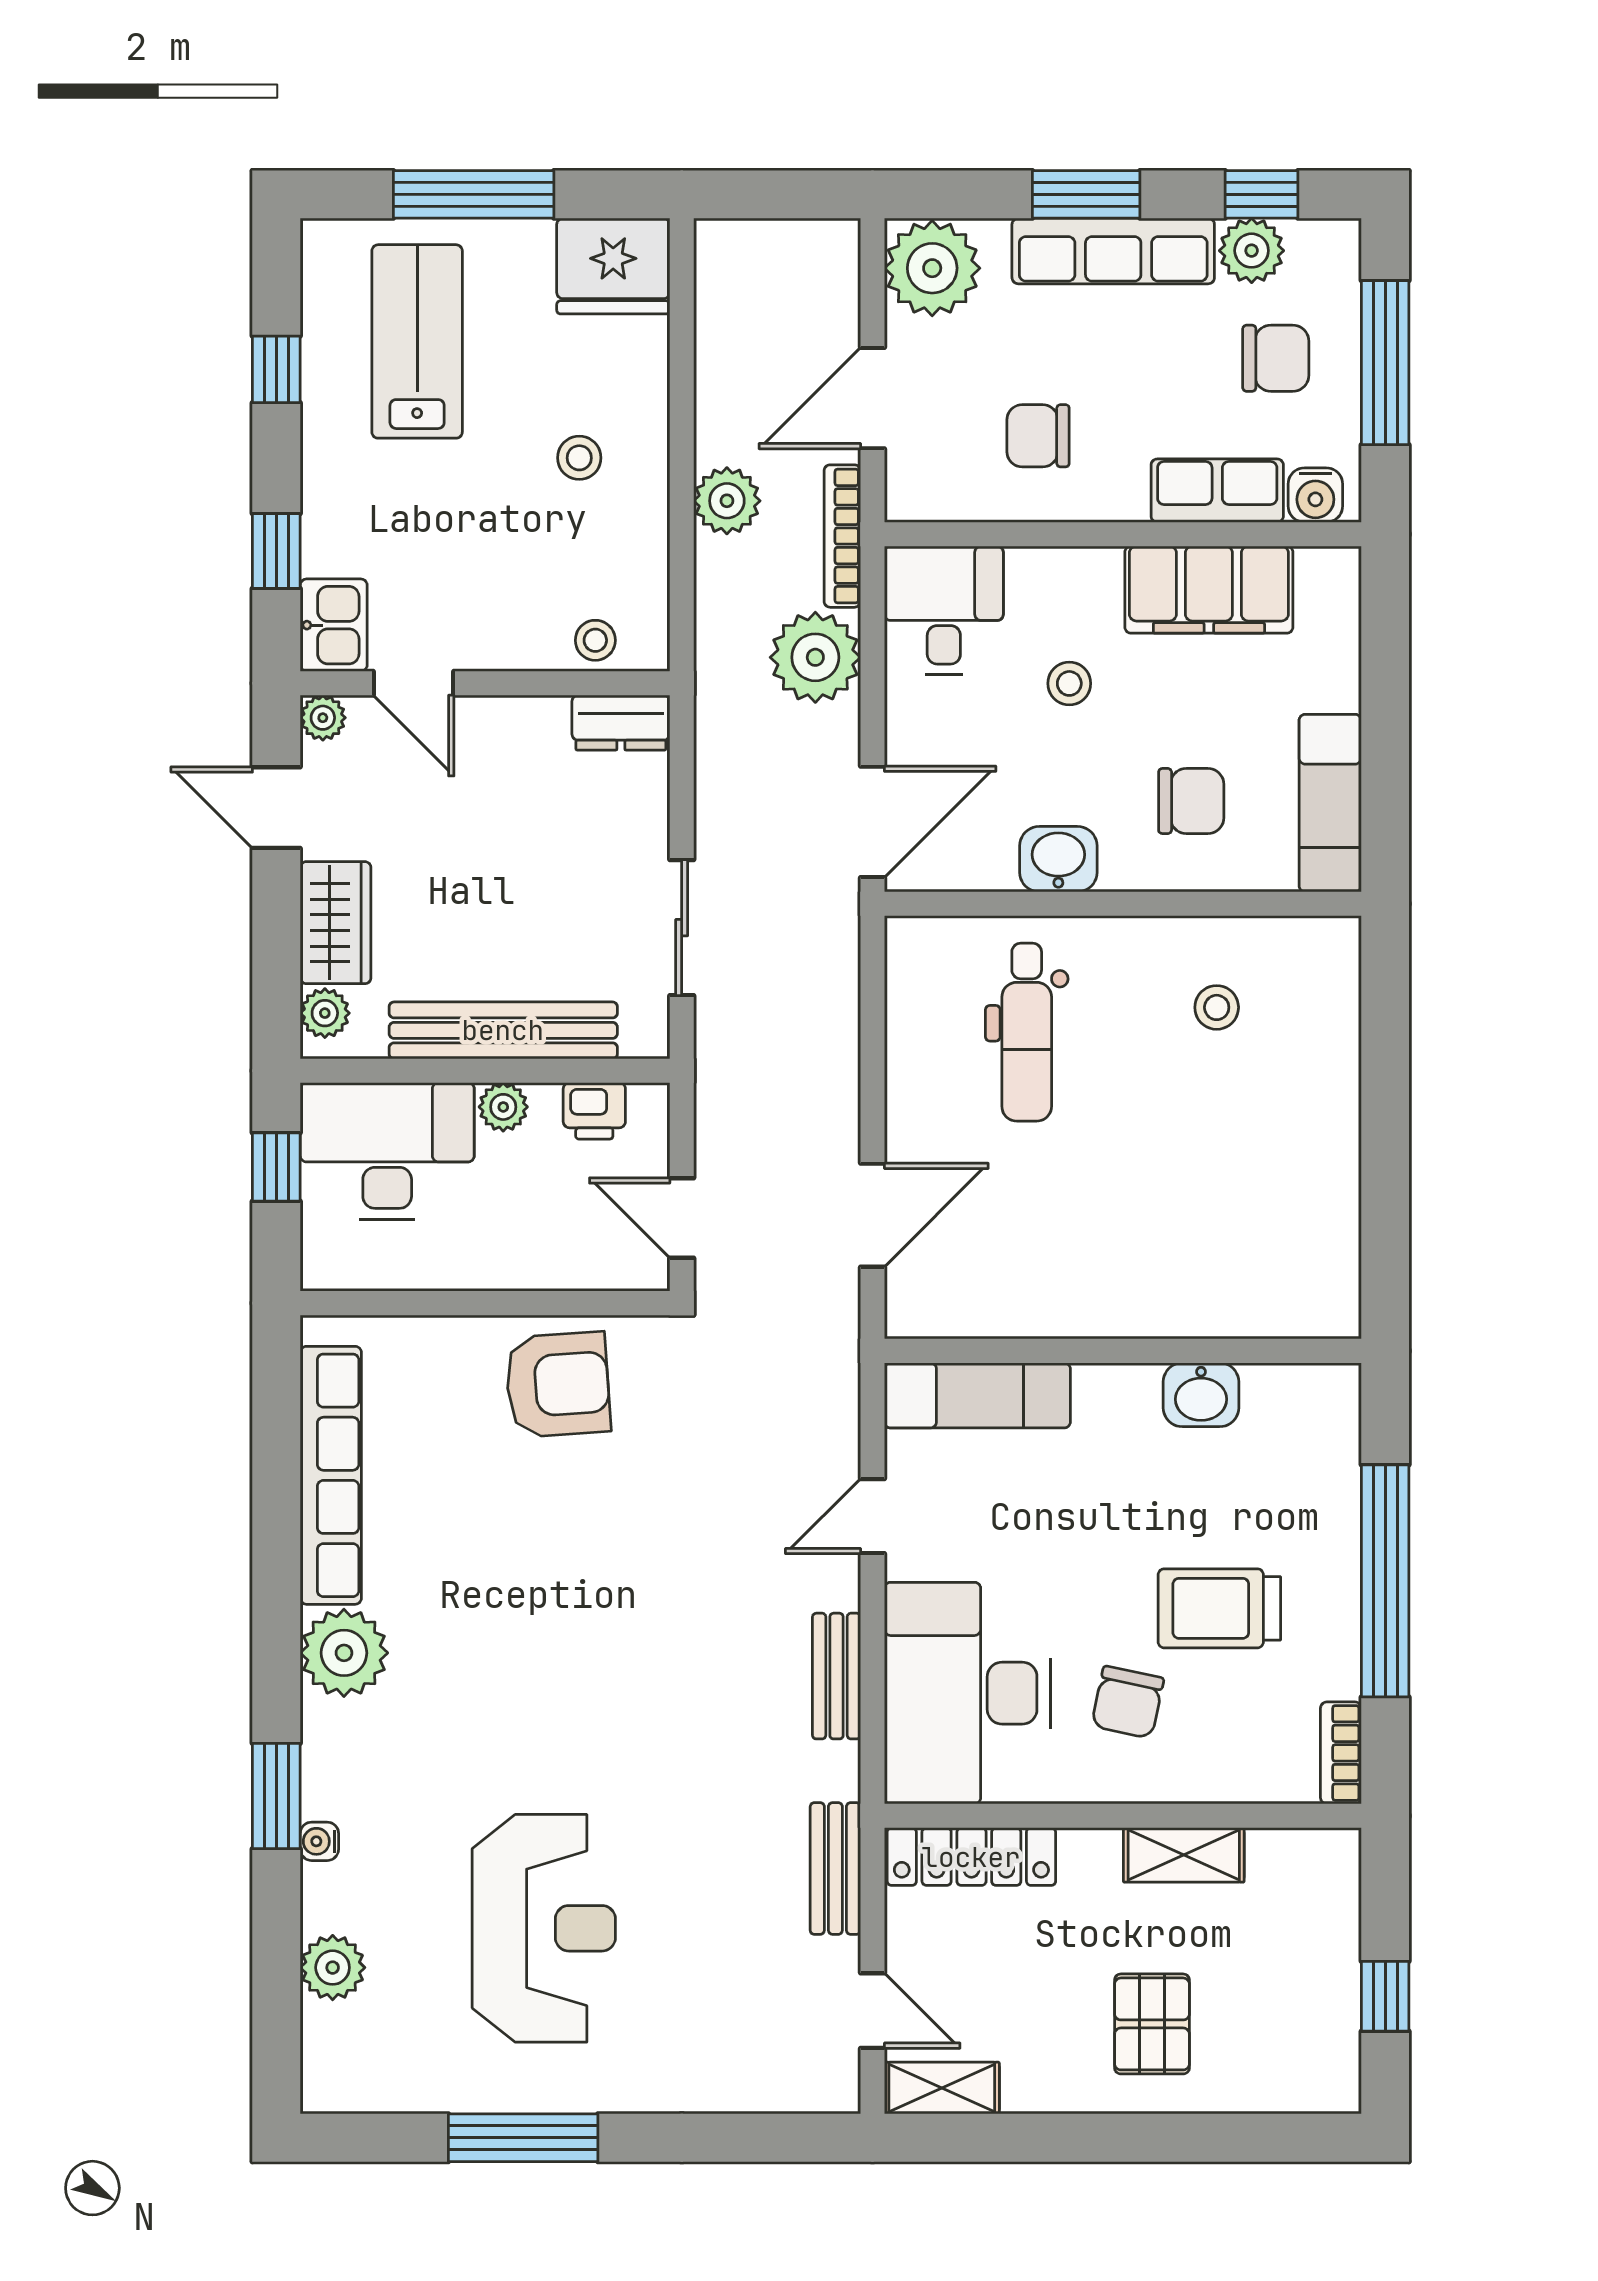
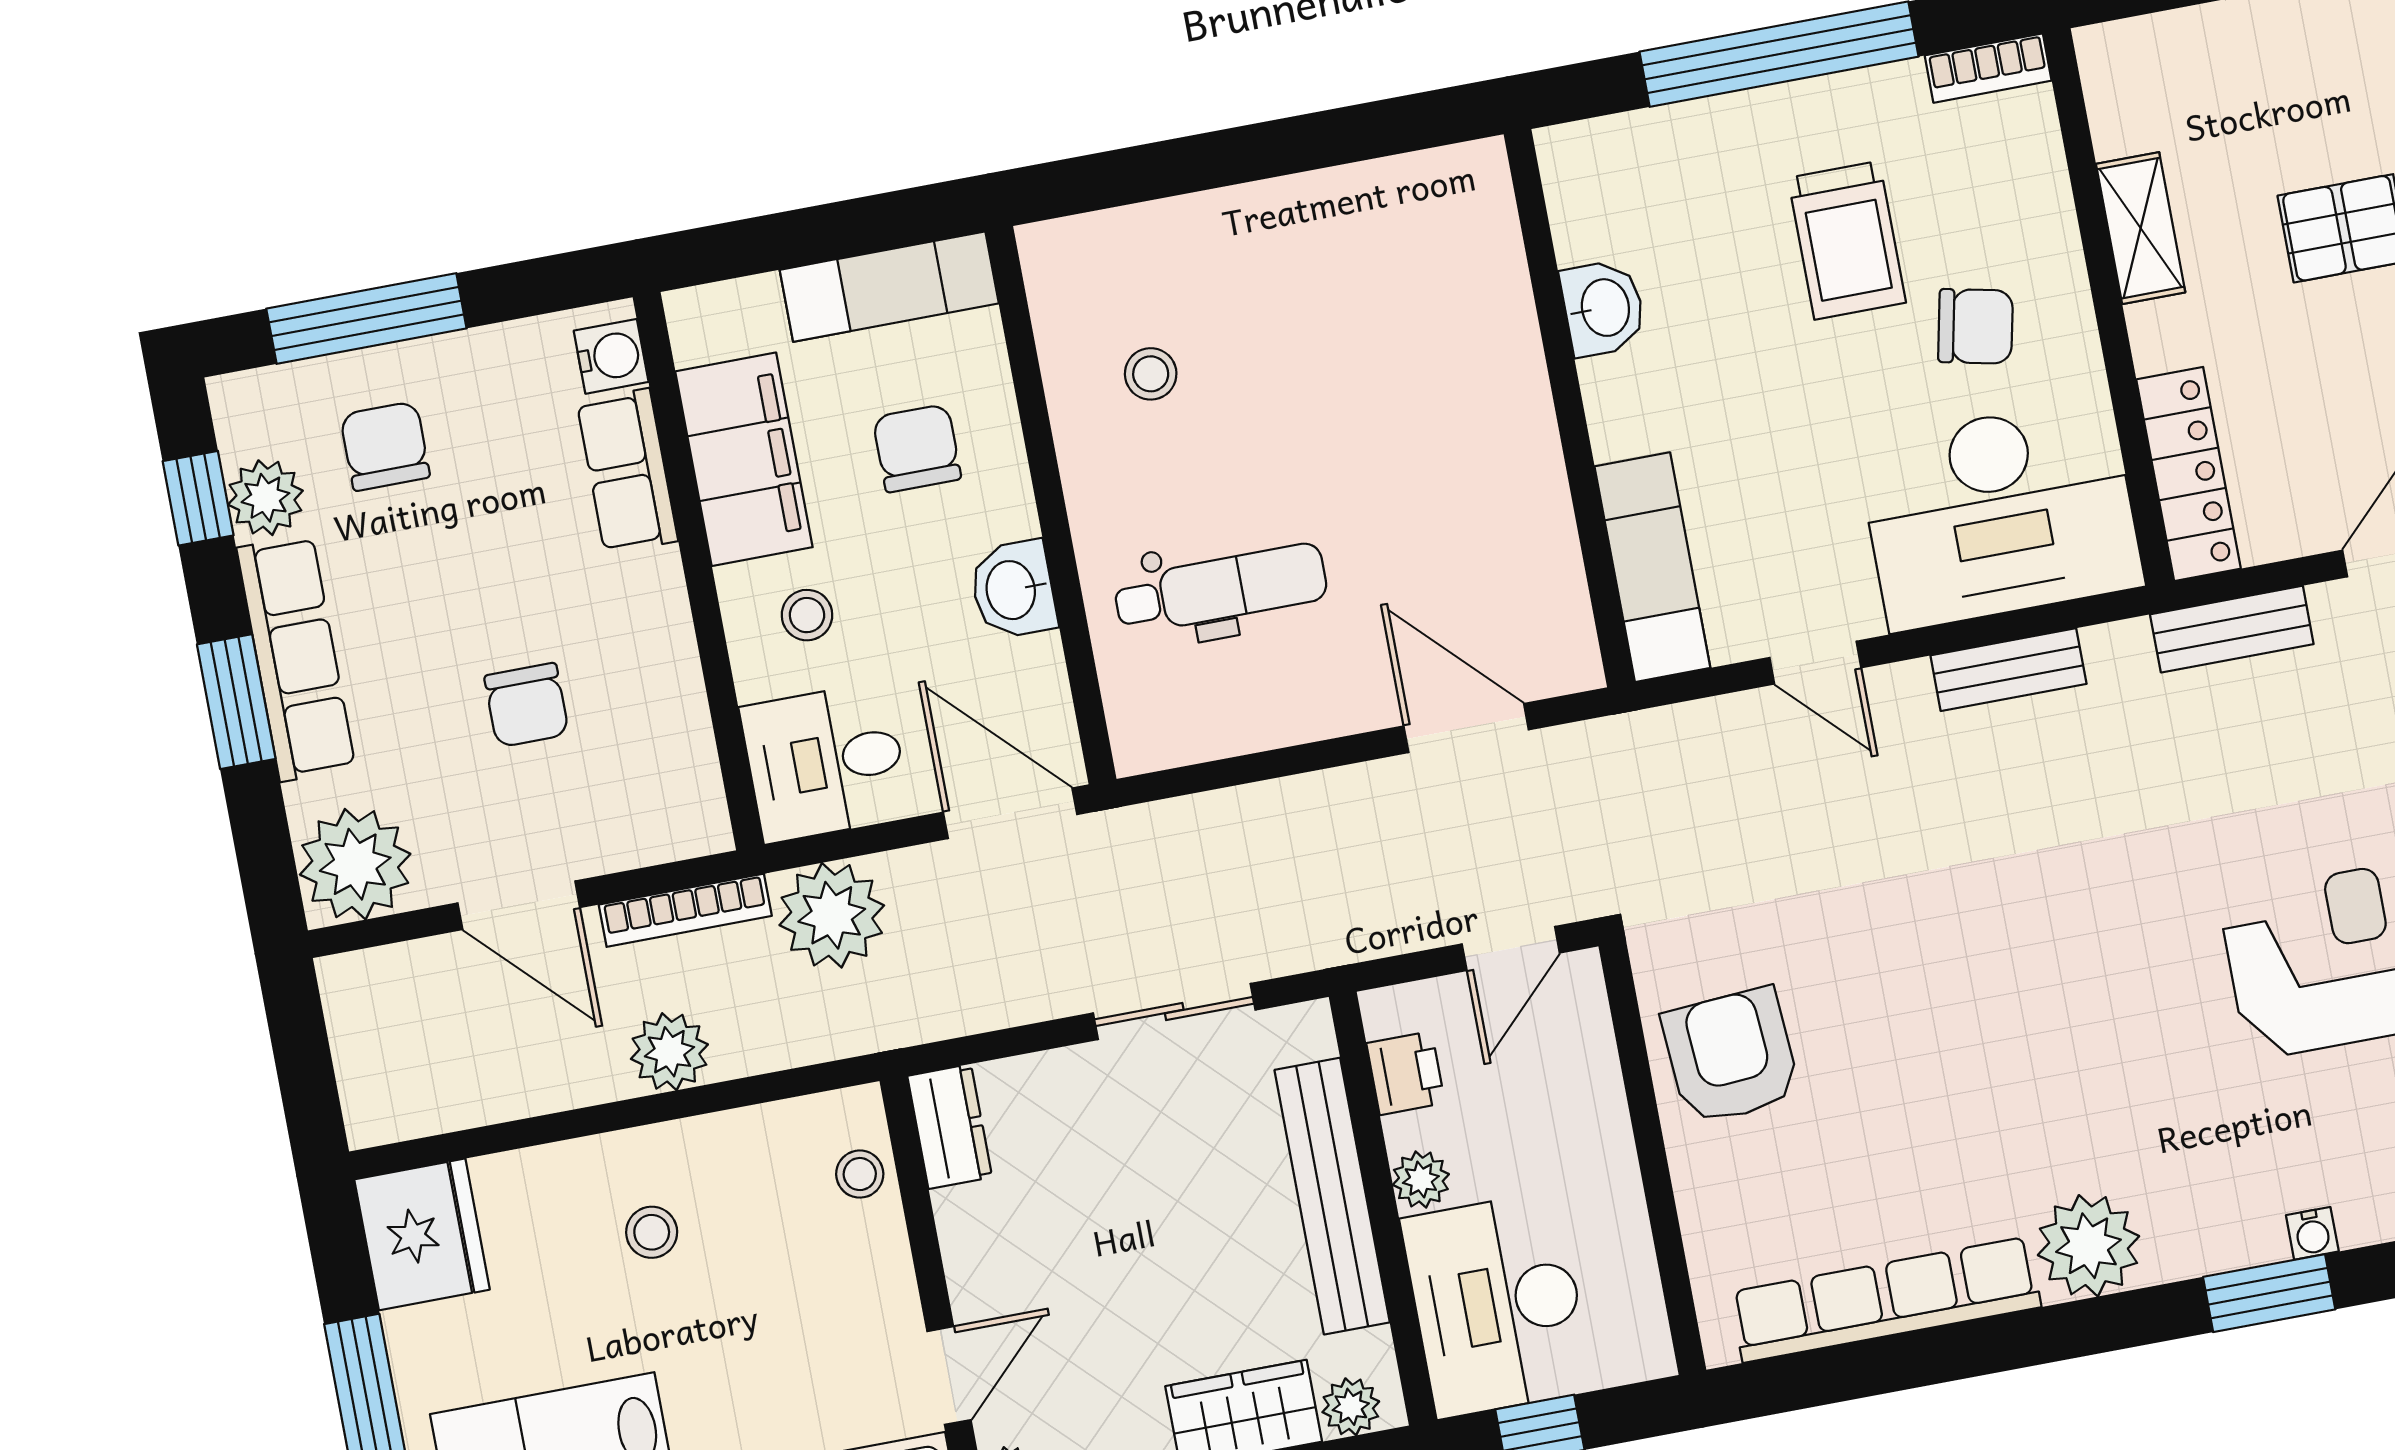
row of seats: (1217, 491) -> (627, 471), moved
water cooler: (1315, 495) -> (611, 356), moved
wall: (1123, 534) -> (698, 571), moved
filing cabinet: (1209, 590) -> (744, 459), moved
desk: (944, 610) -> (825, 762), moved

